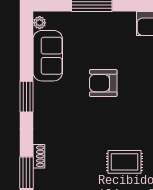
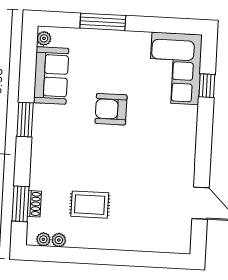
shoe rack: (39, 156) -> (34, 204), moved
rug: (124, 162) -> (90, 205), moved

